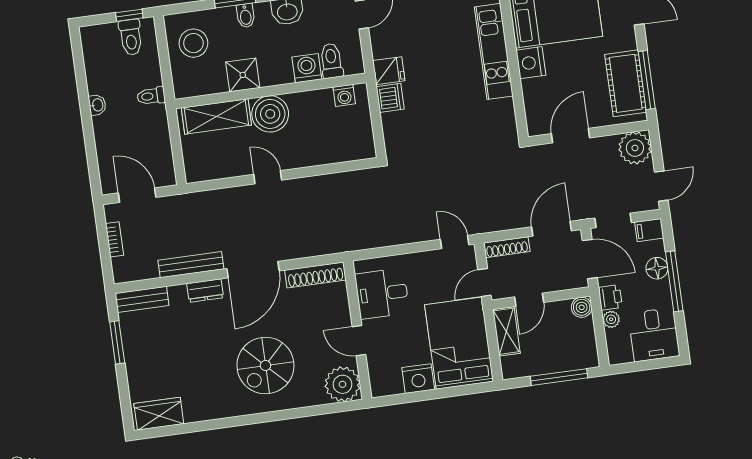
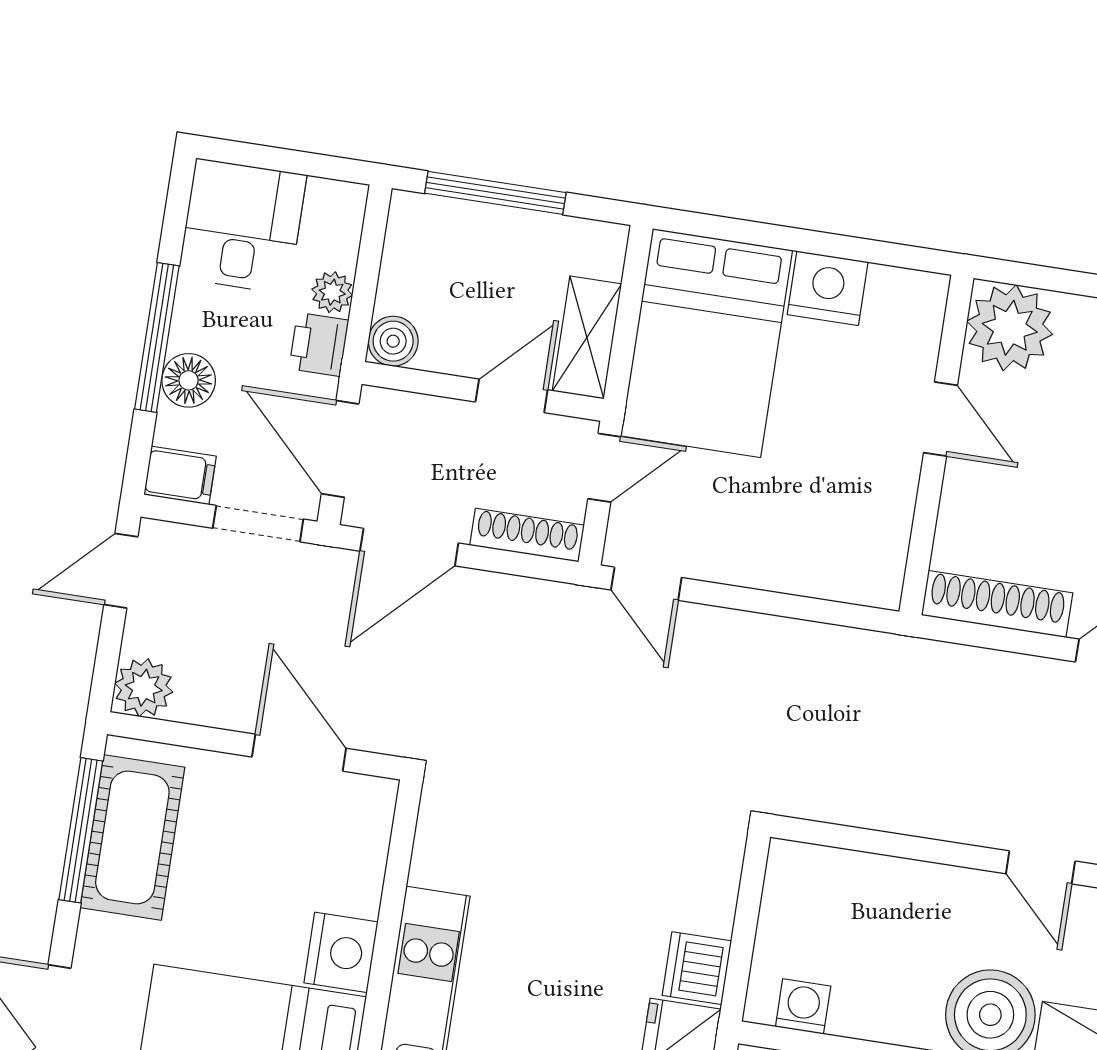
door: (571, 136) -> (299, 753), swing flipped
plant: (635, 148) -> (144, 688), width x0.73, depth x0.73
desk: (382, 294) -> (853, 514), removed

